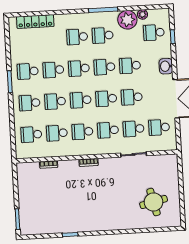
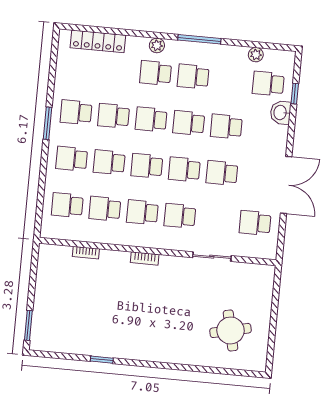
plant: (127, 20) -> (157, 45), moved, width x0.53, depth x0.53
washbasin: (166, 66) -> (281, 113), moved
school desk: (134, 129) -> (217, 219), removed

